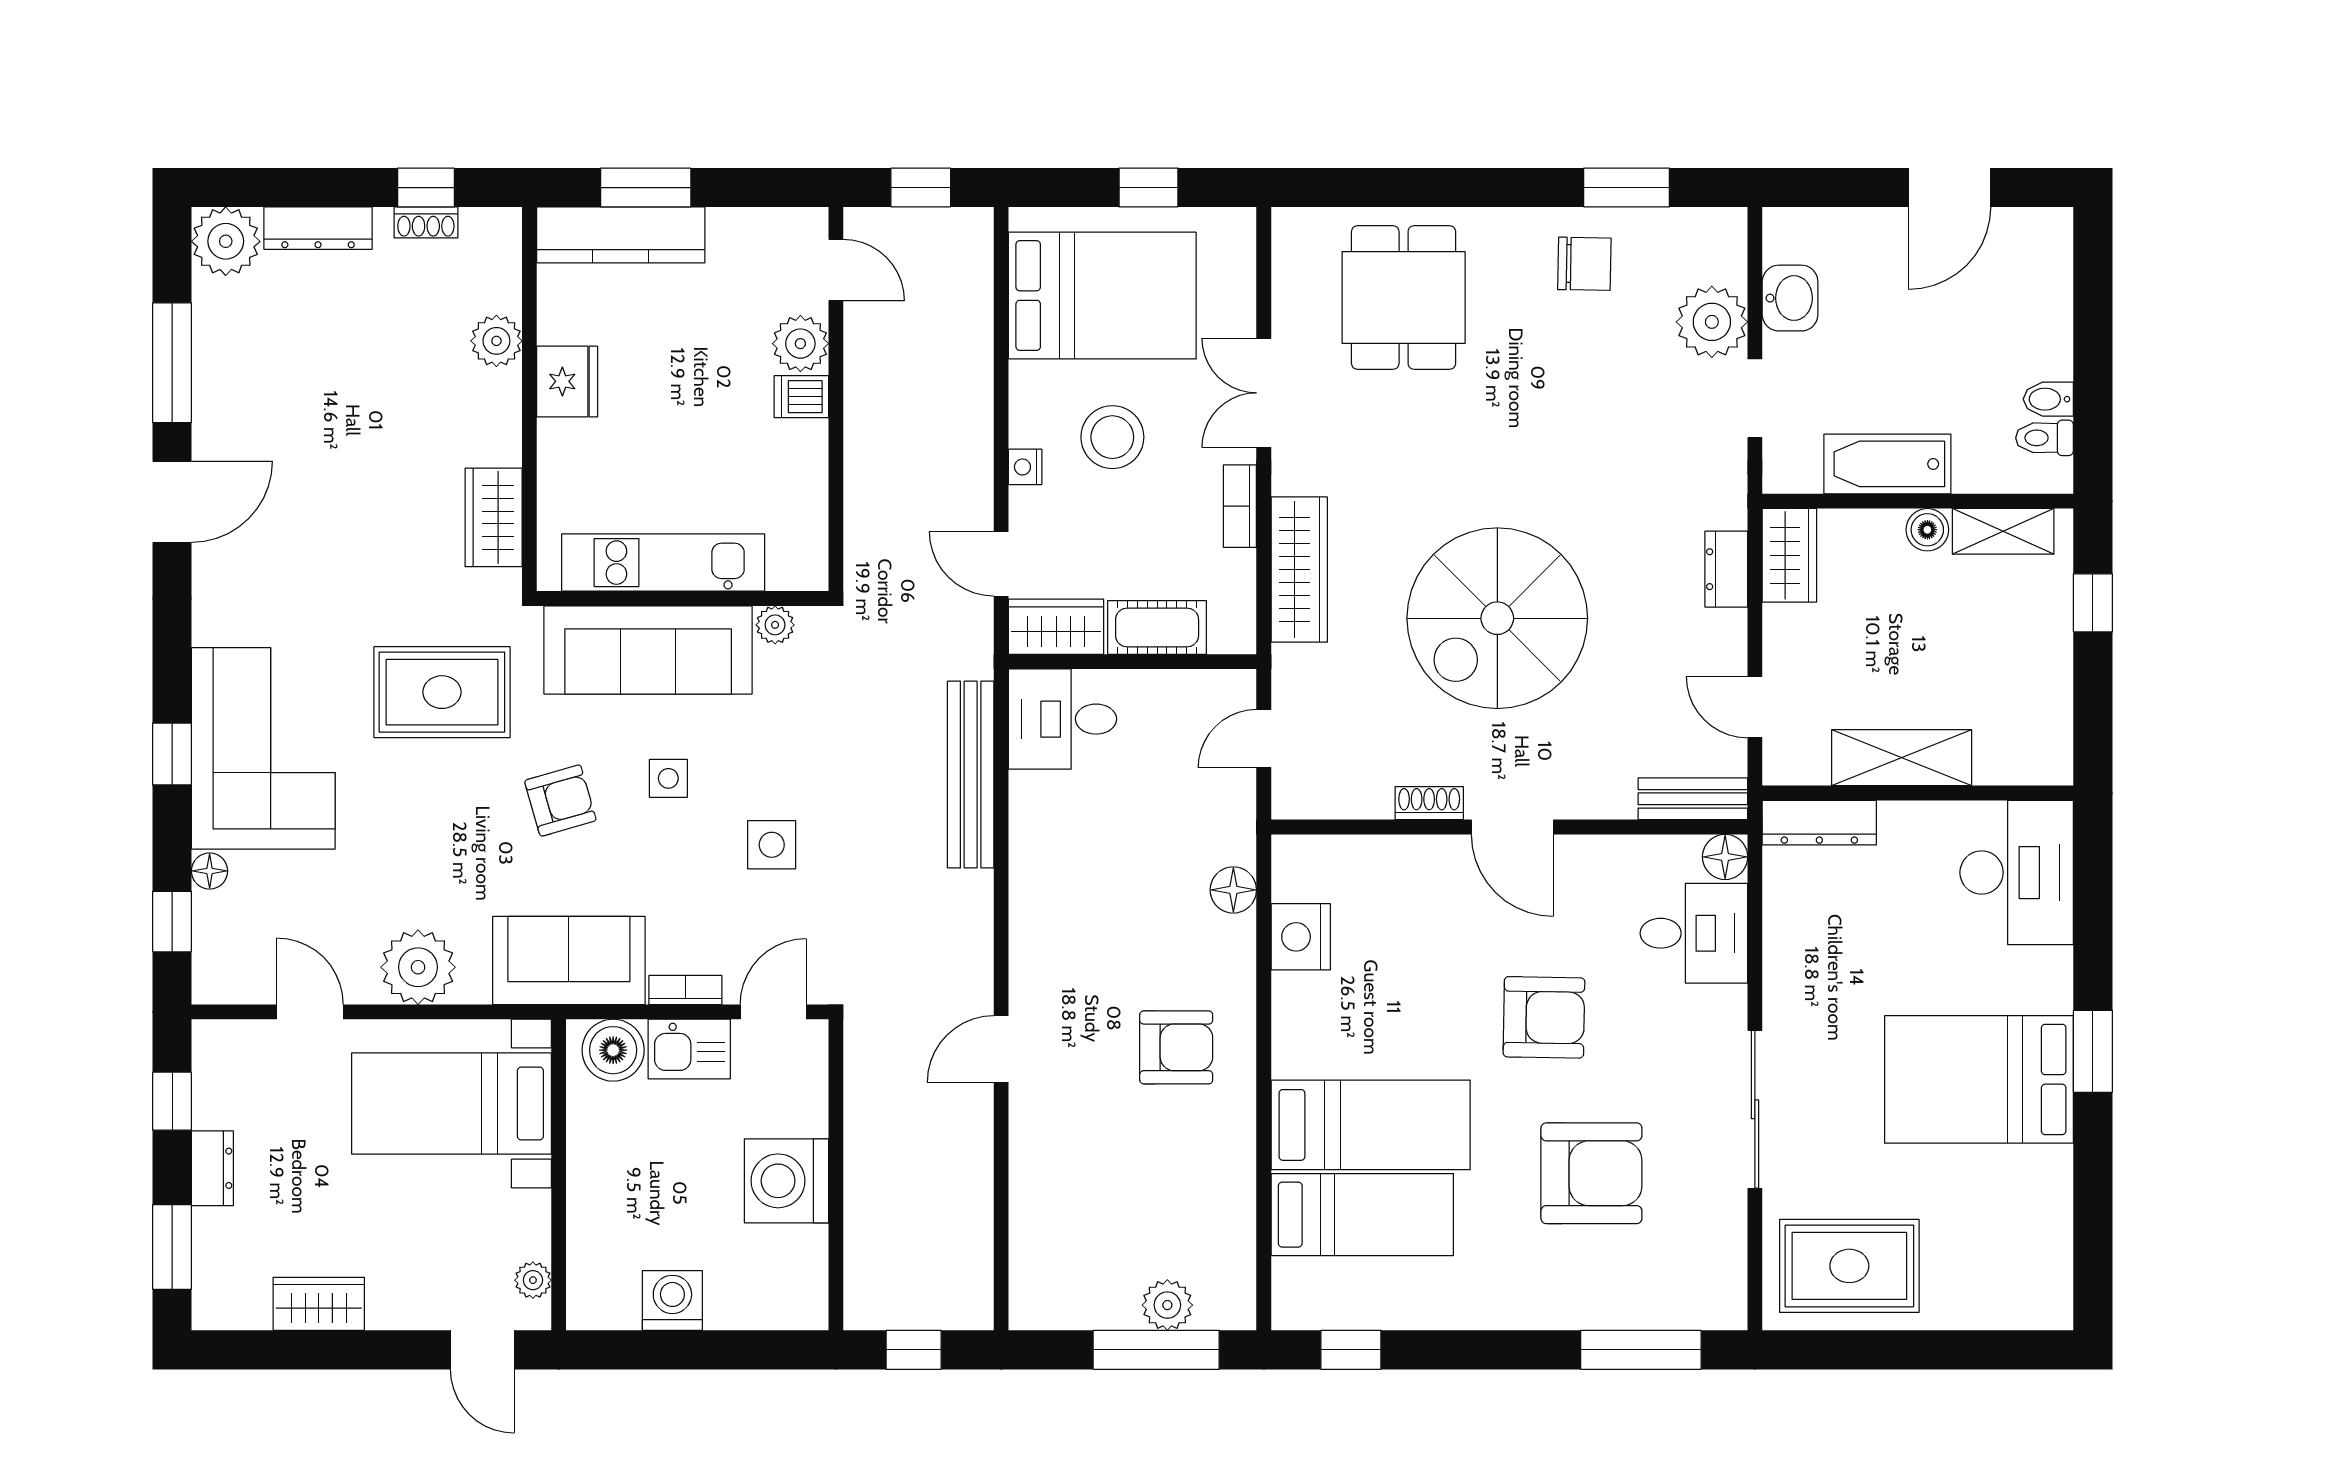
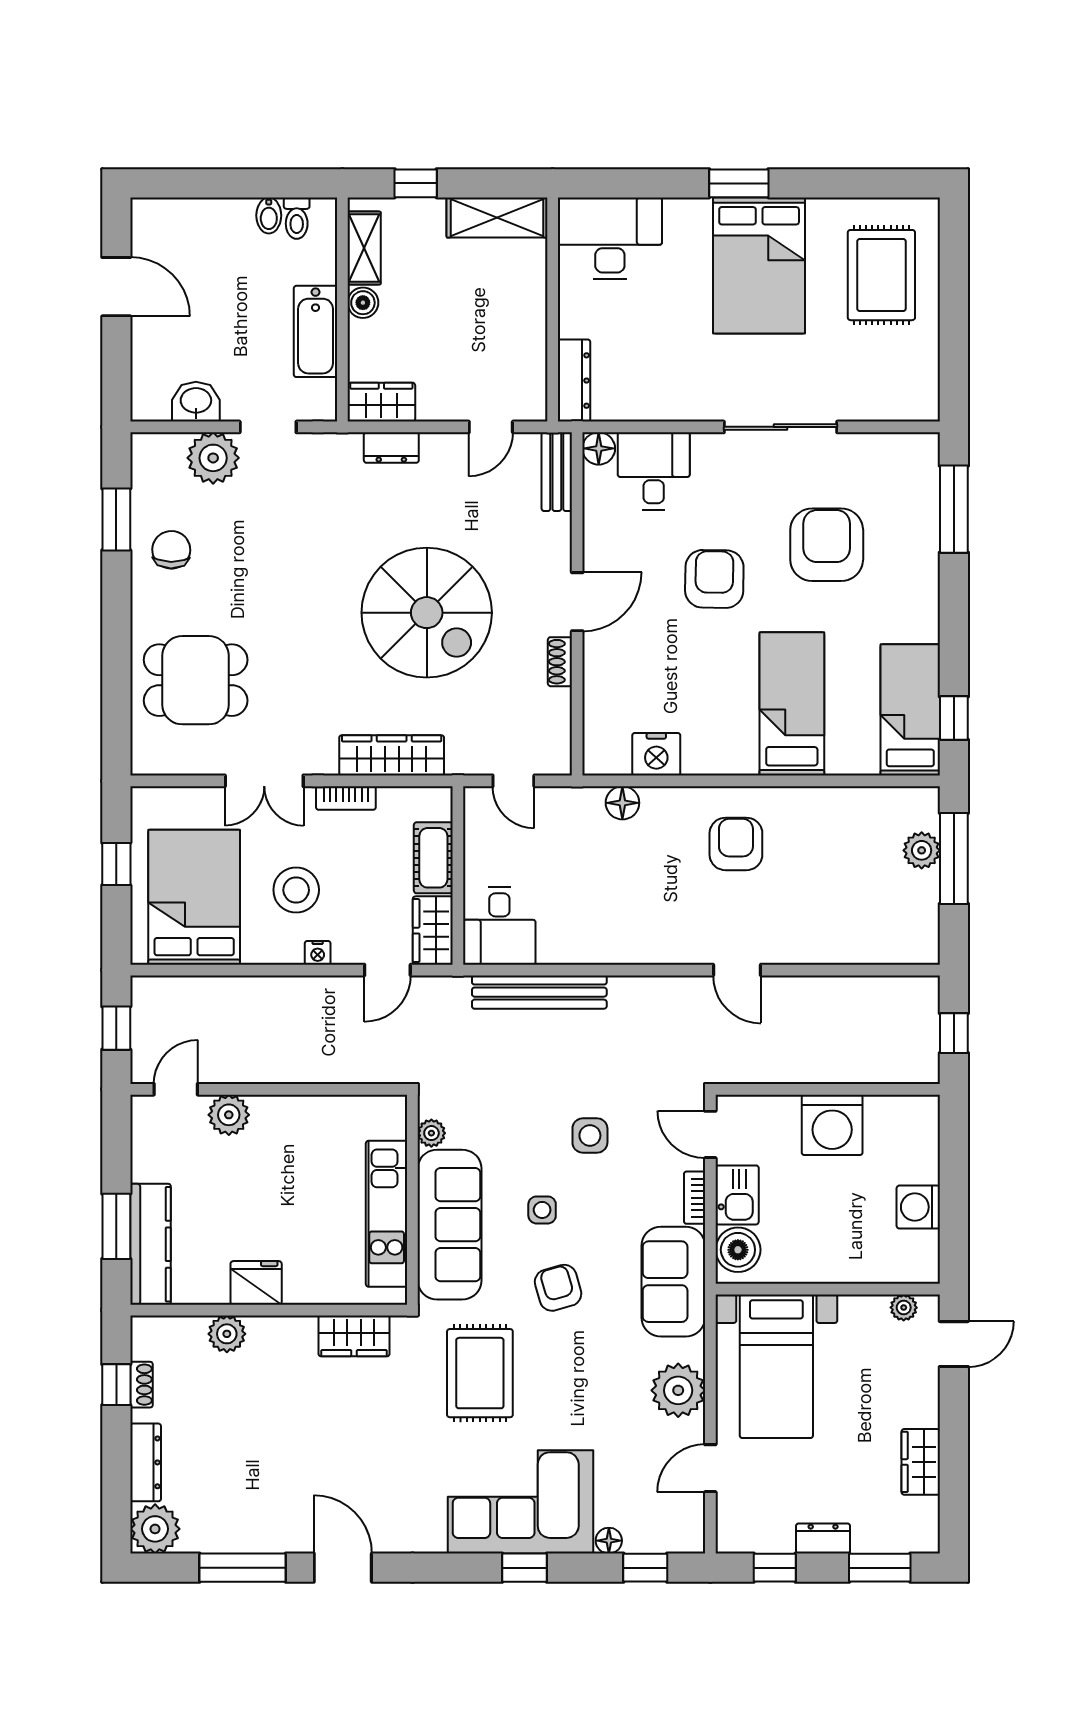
dishwasher: (801, 397) -> (267, 1114), removed
shelving: (1902, 758) -> (497, 218), moved, turned 90
bed: (1362, 1215) -> (910, 710), moved
rug: (1849, 1266) -> (881, 275), moved

